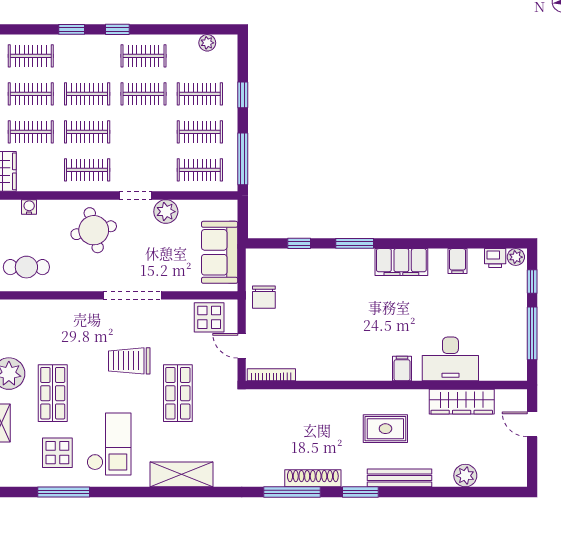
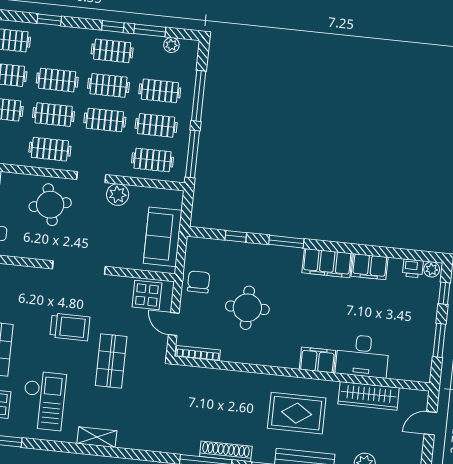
window: (117, 29) -> (113, 26), moved
window: (182, 29) -> (150, 30), added
window: (243, 95) -> (199, 96), width x2.17
clothes rail: (143, 132) -> (105, 120), added
filing cabinet: (458, 261) -> (370, 267), width x2.00
chair: (264, 297) -> (199, 282), turned 180
round table: (320, 320) -> (247, 308), added
window: (532, 333) -> (439, 340), width x0.69
trolley: (129, 361) -> (70, 327), turned 180
filing cabinet: (402, 368) -> (318, 360), width x2.00
door: (532, 424) -> (430, 423), hinge flipped
rug: (385, 429) -> (297, 413), width x1.36, depth x1.43
shelving: (181, 474) -> (97, 437), width x0.67, depth x0.75

